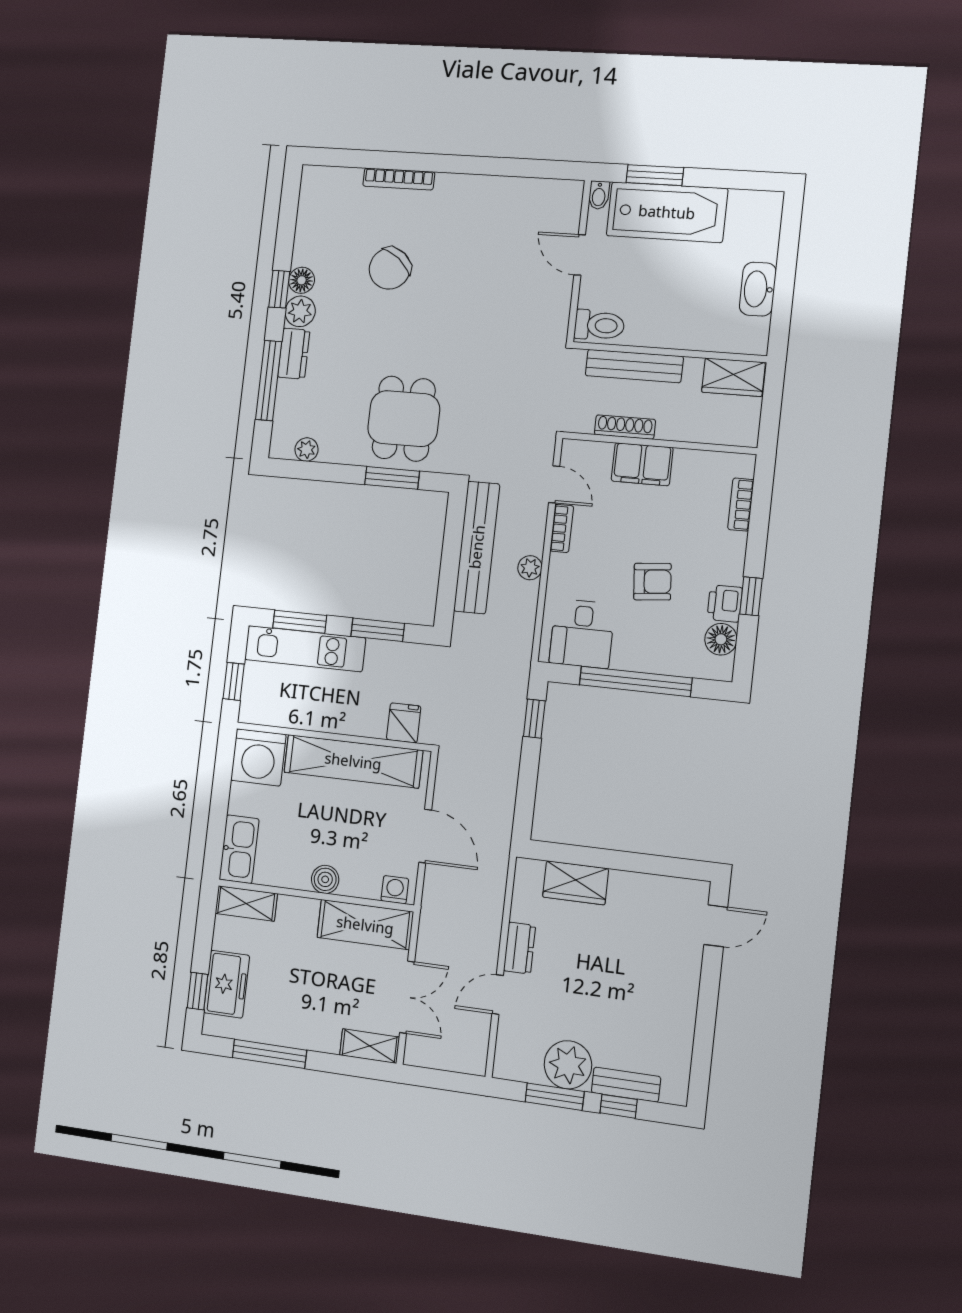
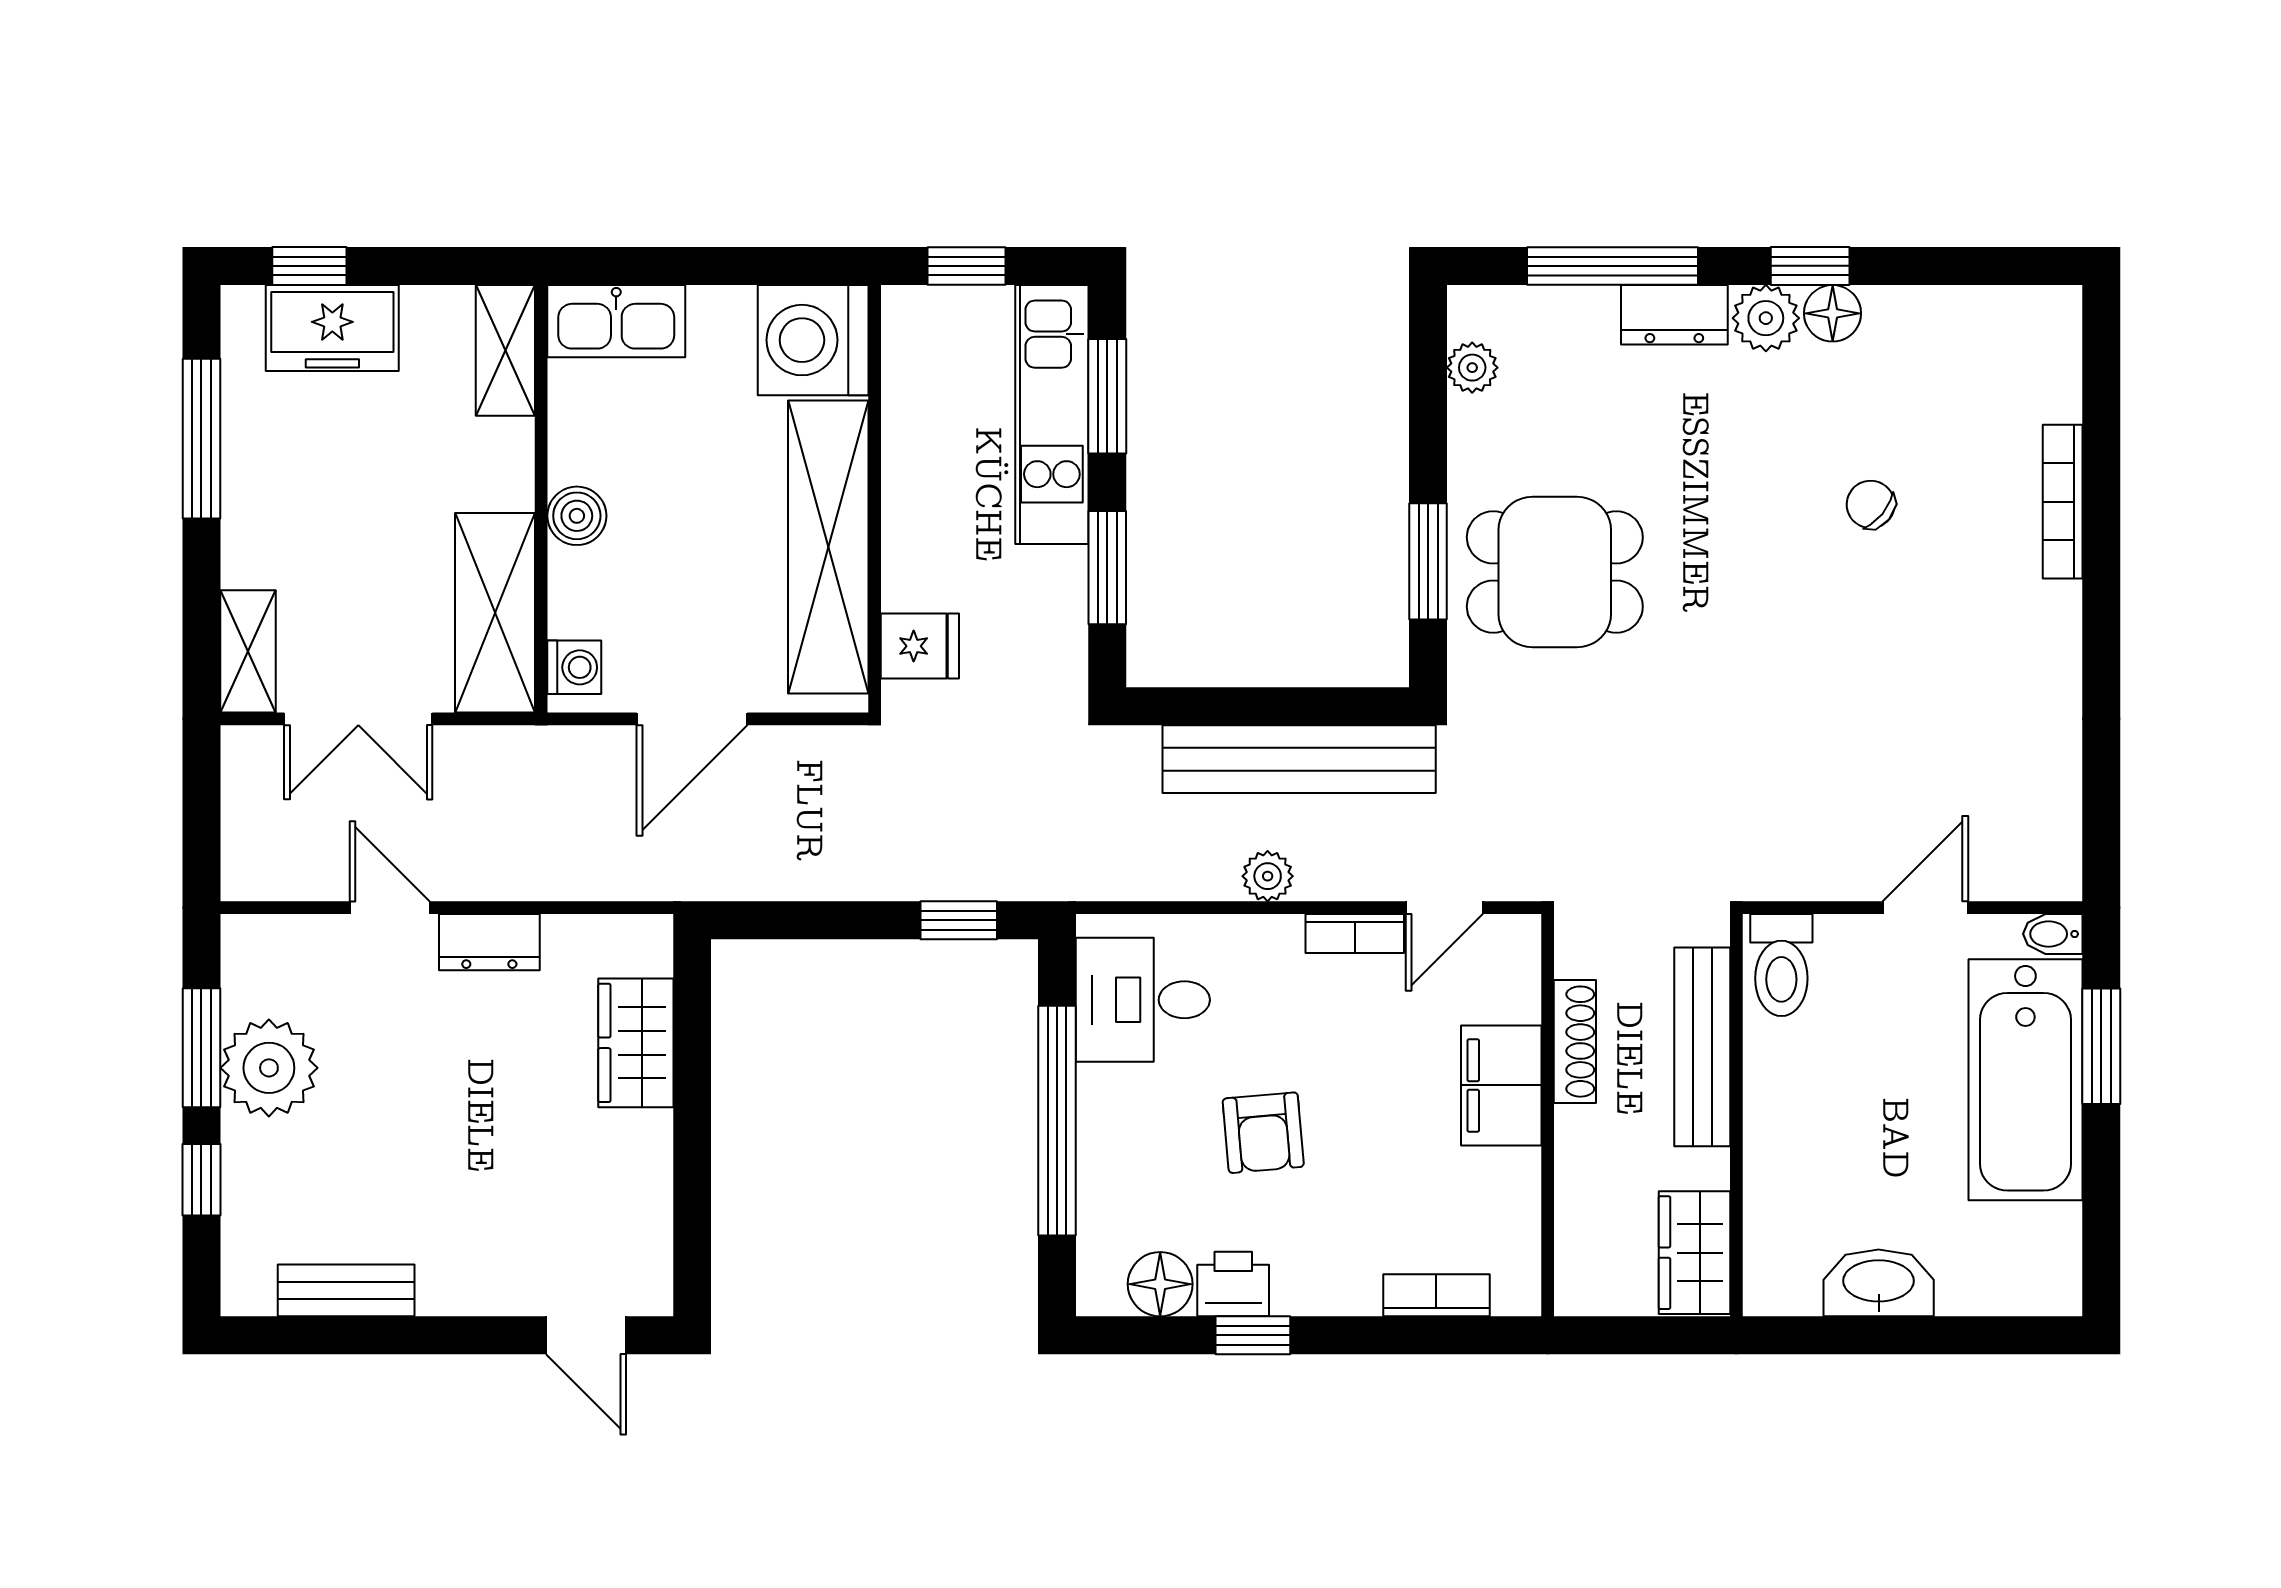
chair: (390, 268) -> (1871, 504), width x0.54, depth x0.54
bench: (626, 1085) -> (346, 1290), moved, turned 90

